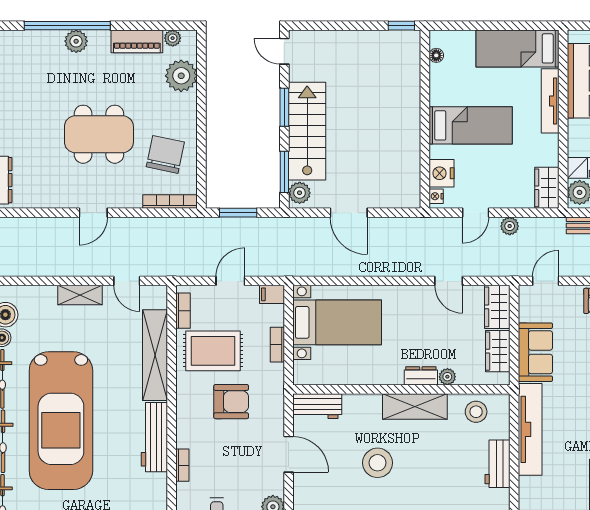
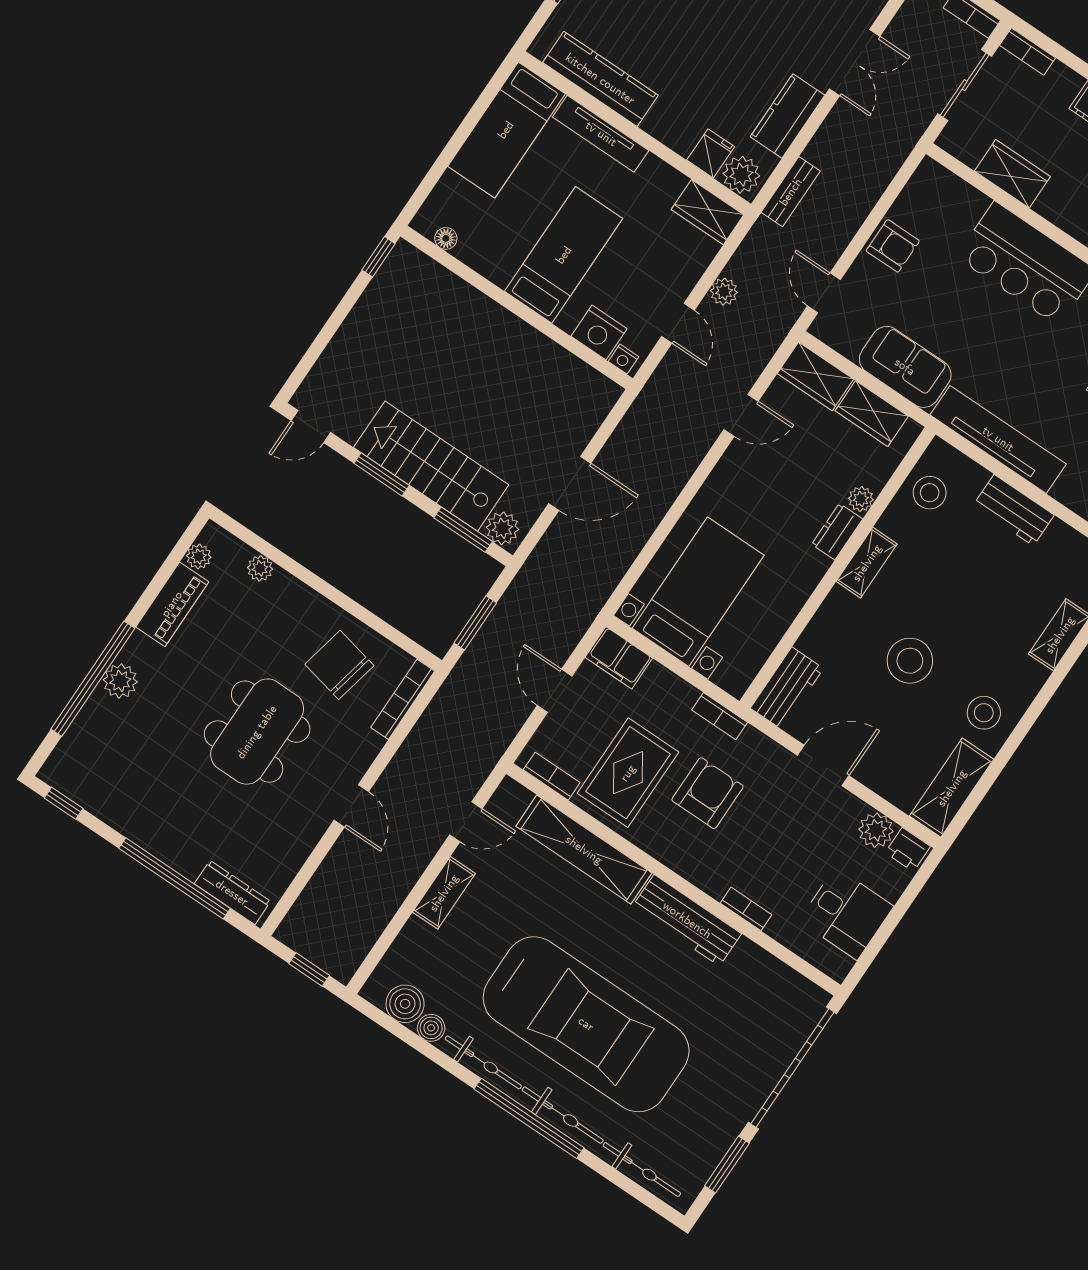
plant: (181, 76) -> (260, 568), width x0.53, depth x0.53
filing cabinet: (272, 294) -> (619, 658), width x2.00
bookcase: (277, 345) -> (720, 716), moved
shelving: (415, 406) -> (867, 563), width x0.67, depth x0.75

